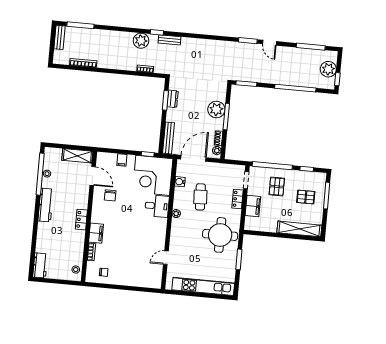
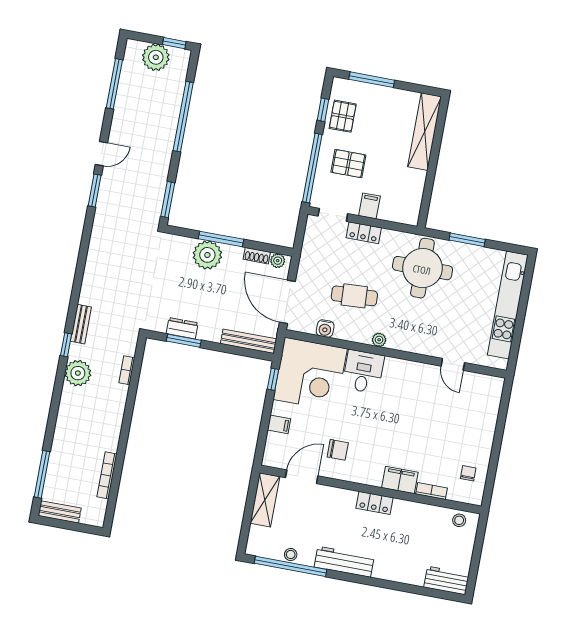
pallet: (306, 197) -> (343, 116), moved
filing cabinet: (253, 206) -> (369, 206), width x0.50

